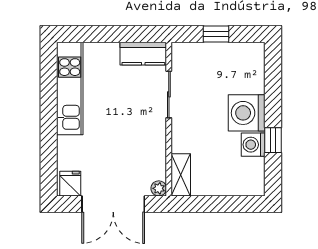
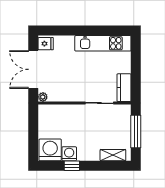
window: (216, 34) -> (136, 131), width x2.17
washing machine: (247, 113) -> (50, 150), moved
shelving: (181, 175) -> (113, 155), moved

